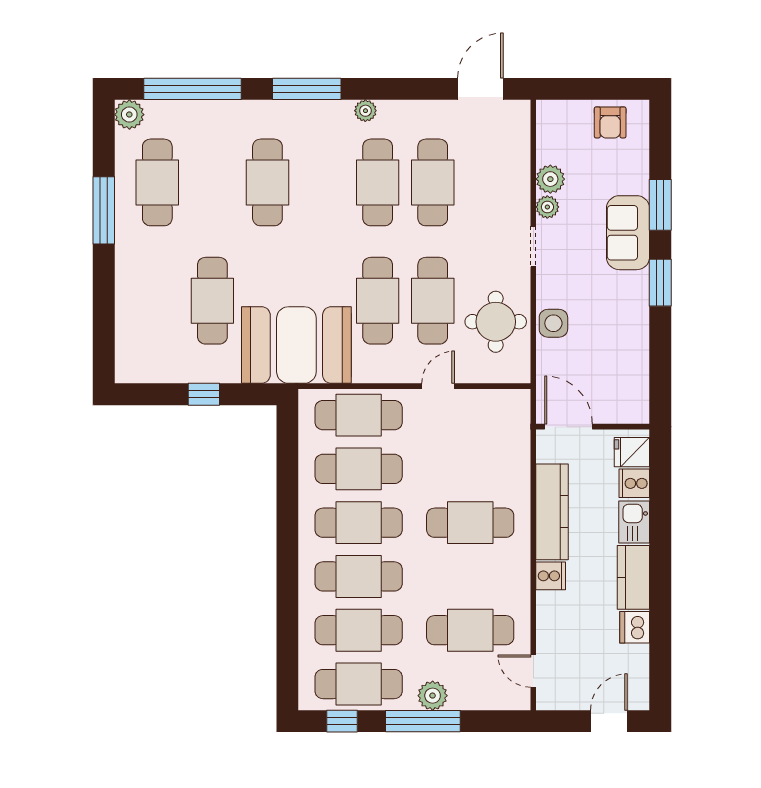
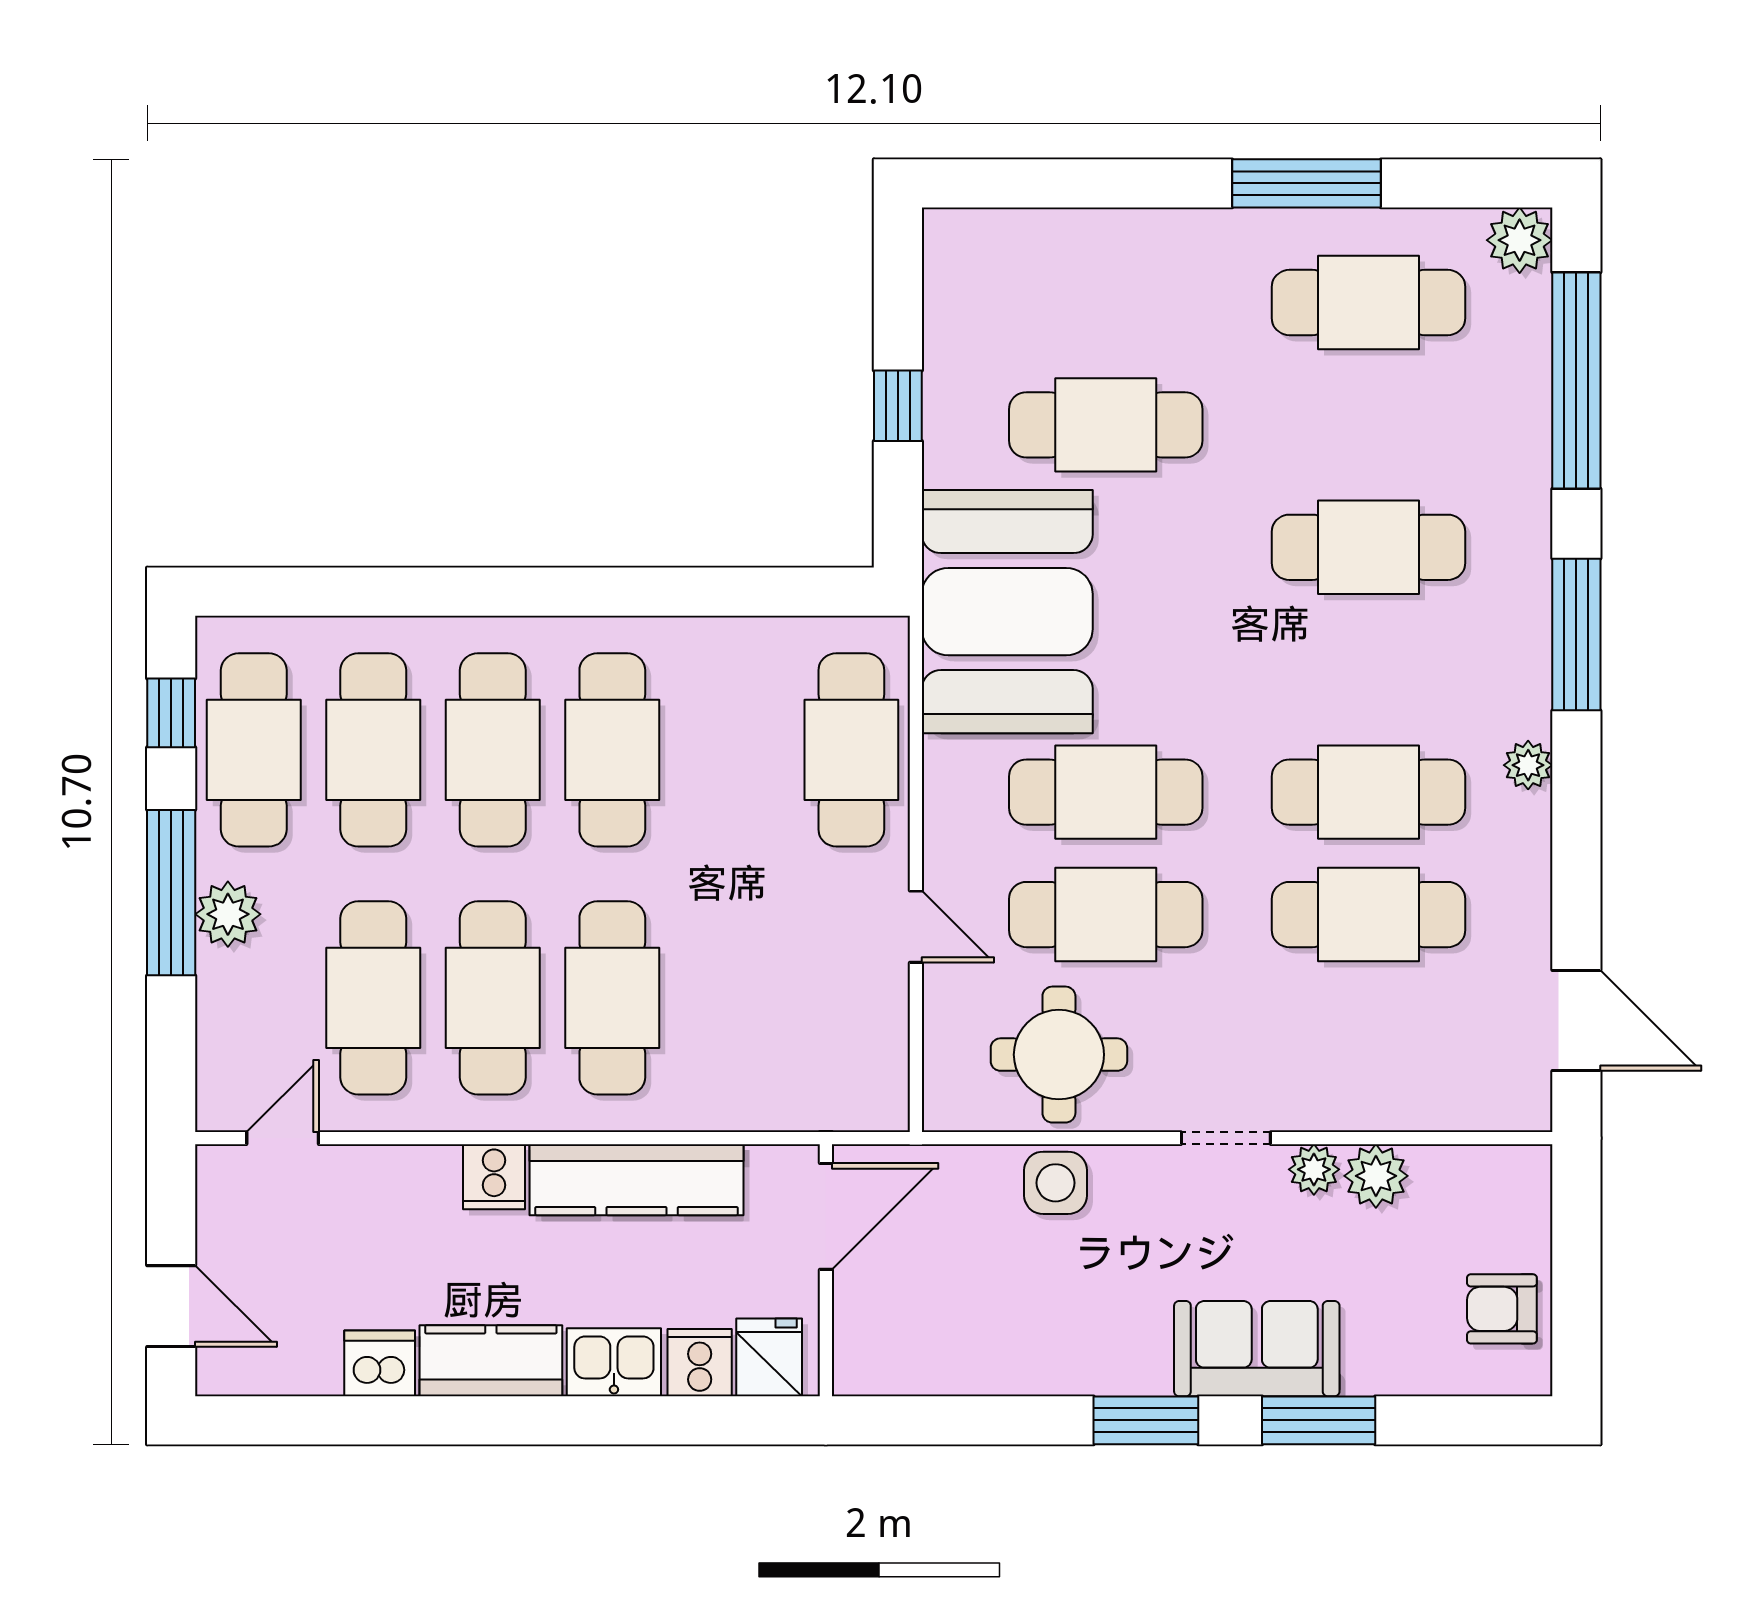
cafe table: (359, 469) -> (493, 998), moved

